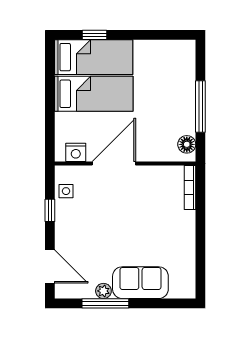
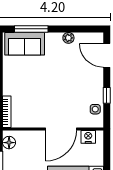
sofa: (140, 283) -> (25, 44), moved
window: (105, 303) -> (31, 29), moved

